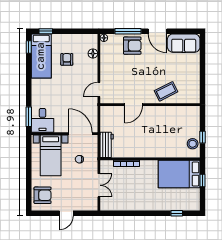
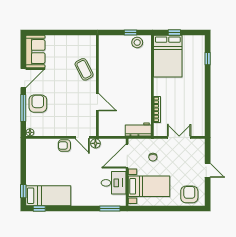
floor lamp: (93, 54) -> (95, 143), moved
armchair: (67, 59) -> (64, 145), moved
desk: (43, 120) -> (114, 183), moved

